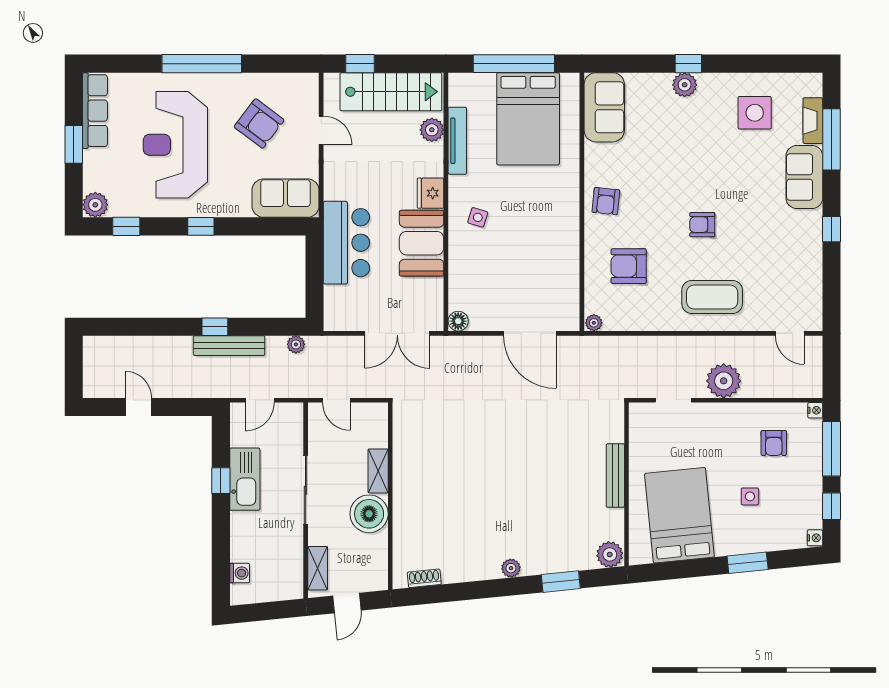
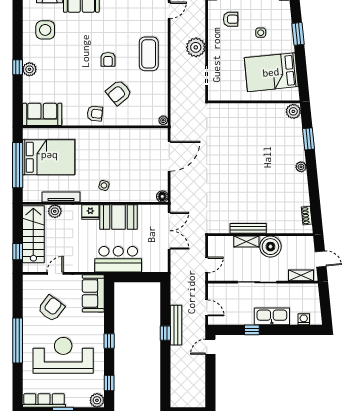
reception desk: (175, 145) -> (63, 355), turned 180
armchair: (629, 266) -> (119, 93), moved, turned 51
plant: (296, 344) -> (175, 288), removed
door: (138, 407) -> (210, 347), moved
bench: (615, 476) -> (248, 228), moved
kitchen sink: (245, 479) -> (272, 316), moved

